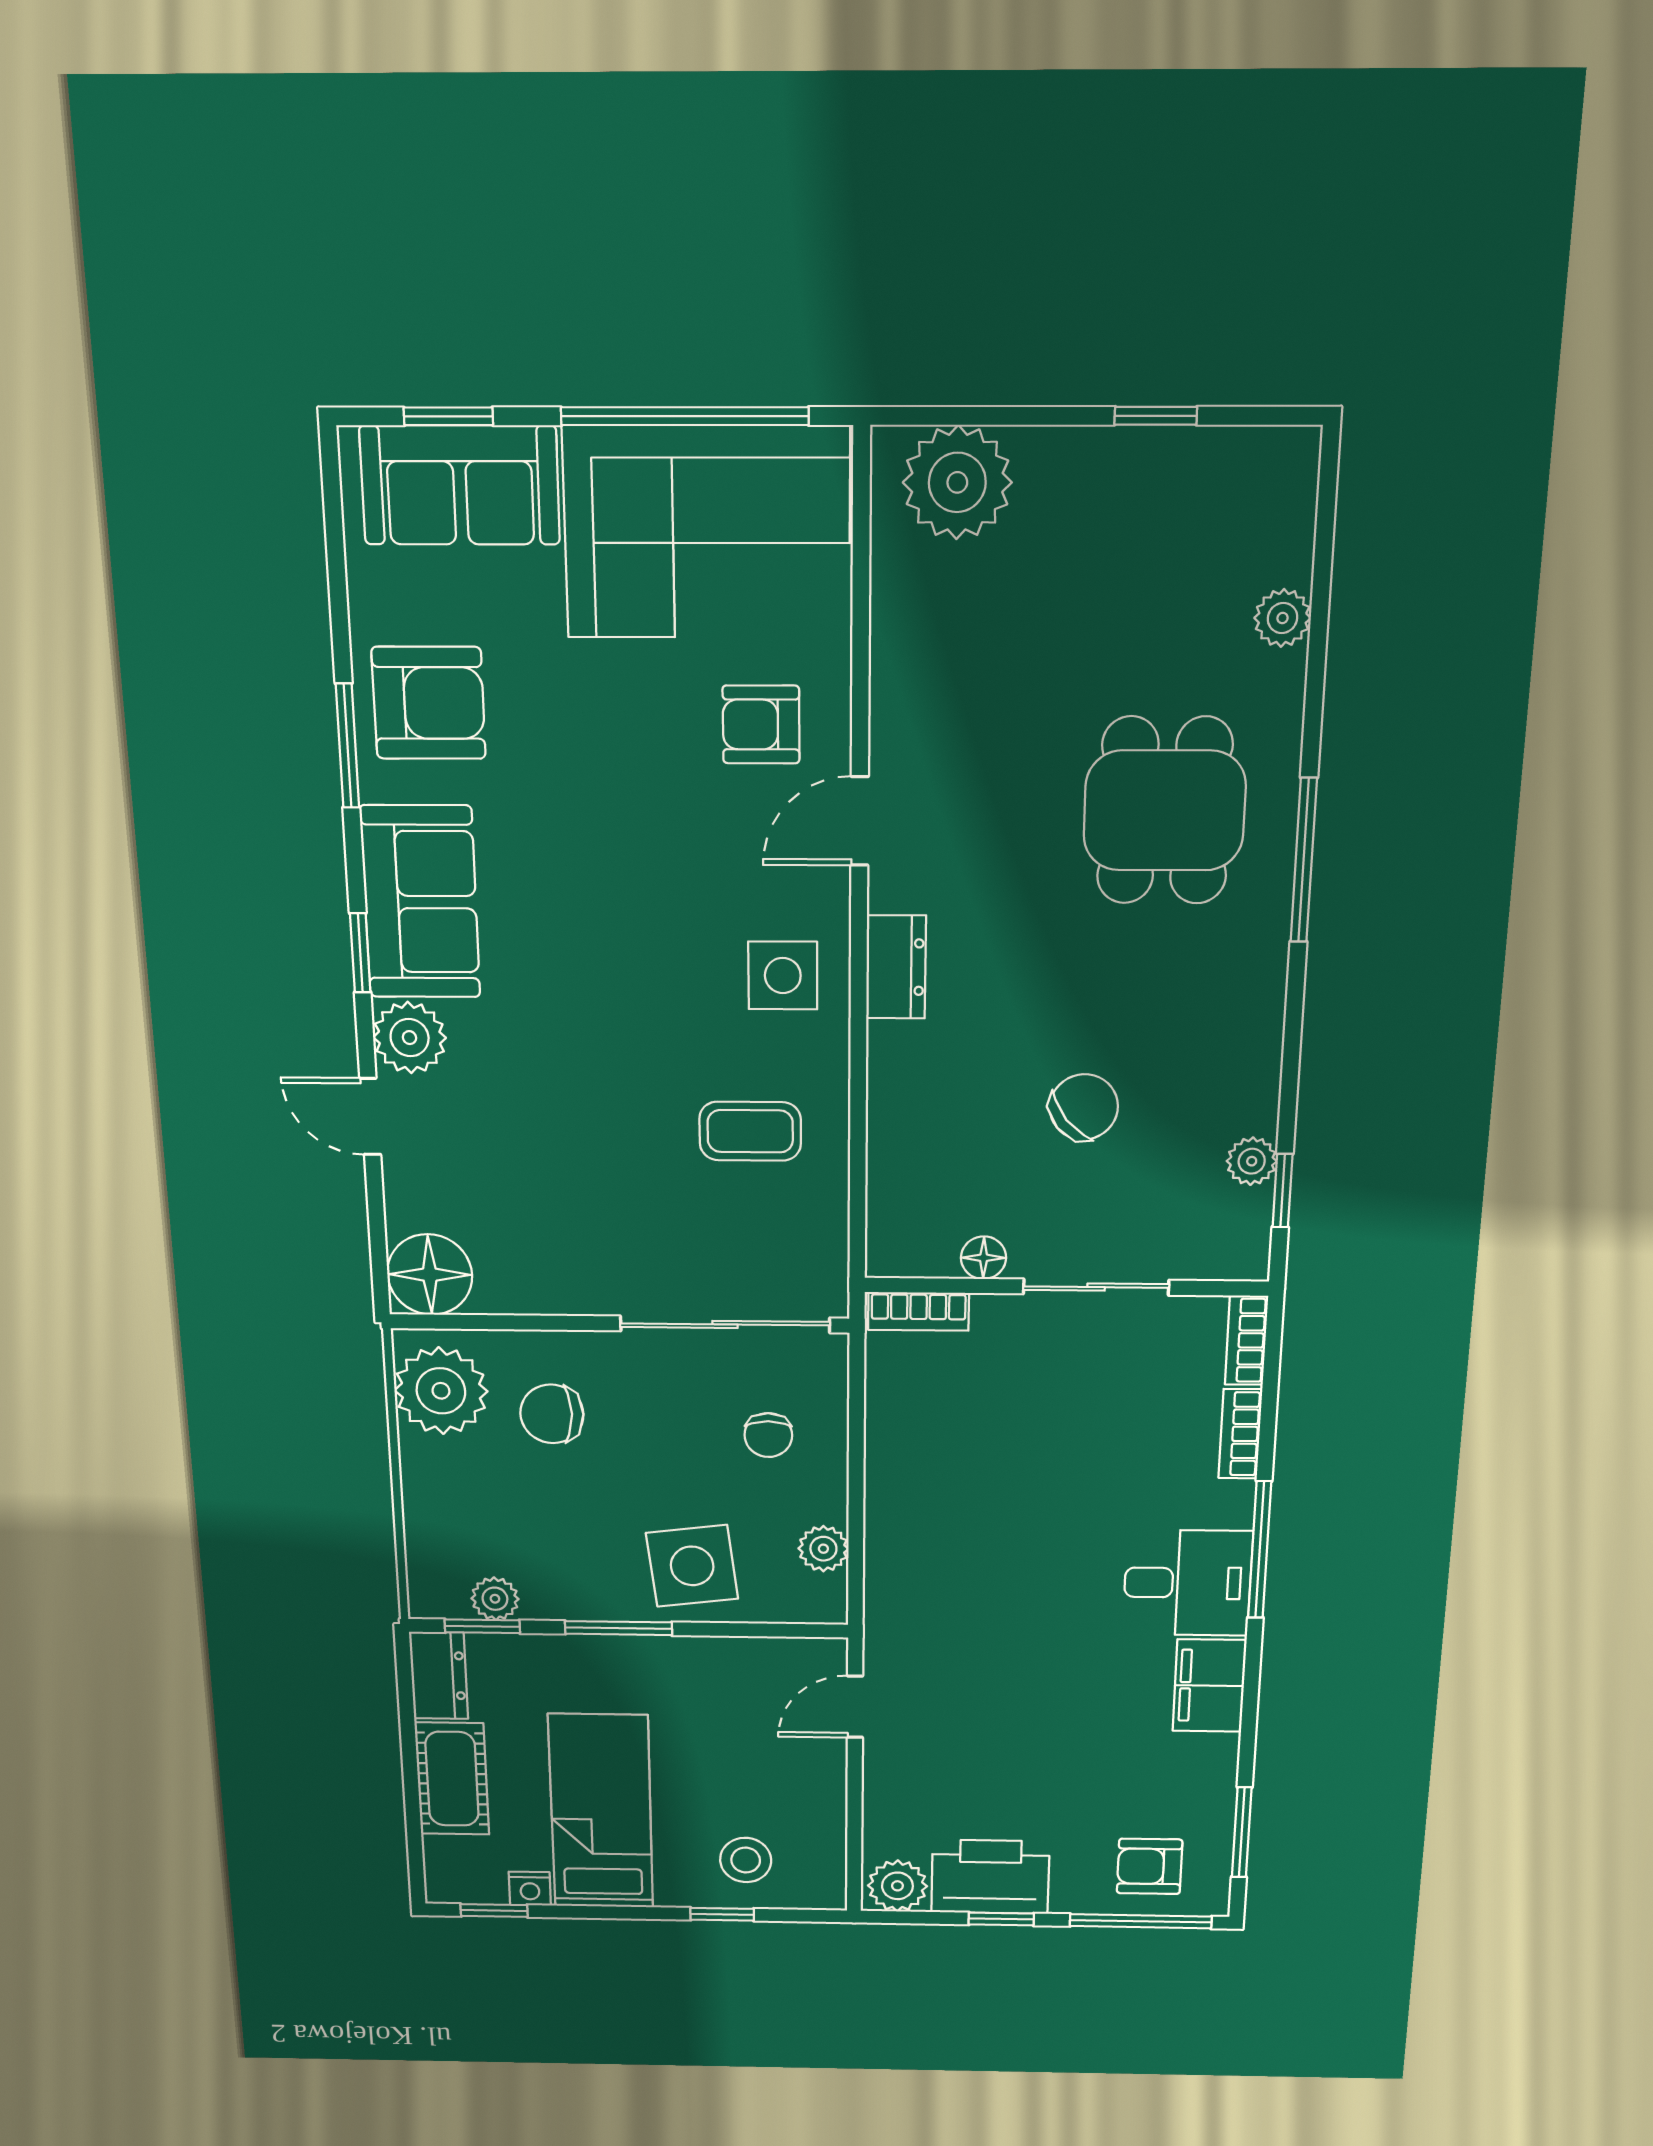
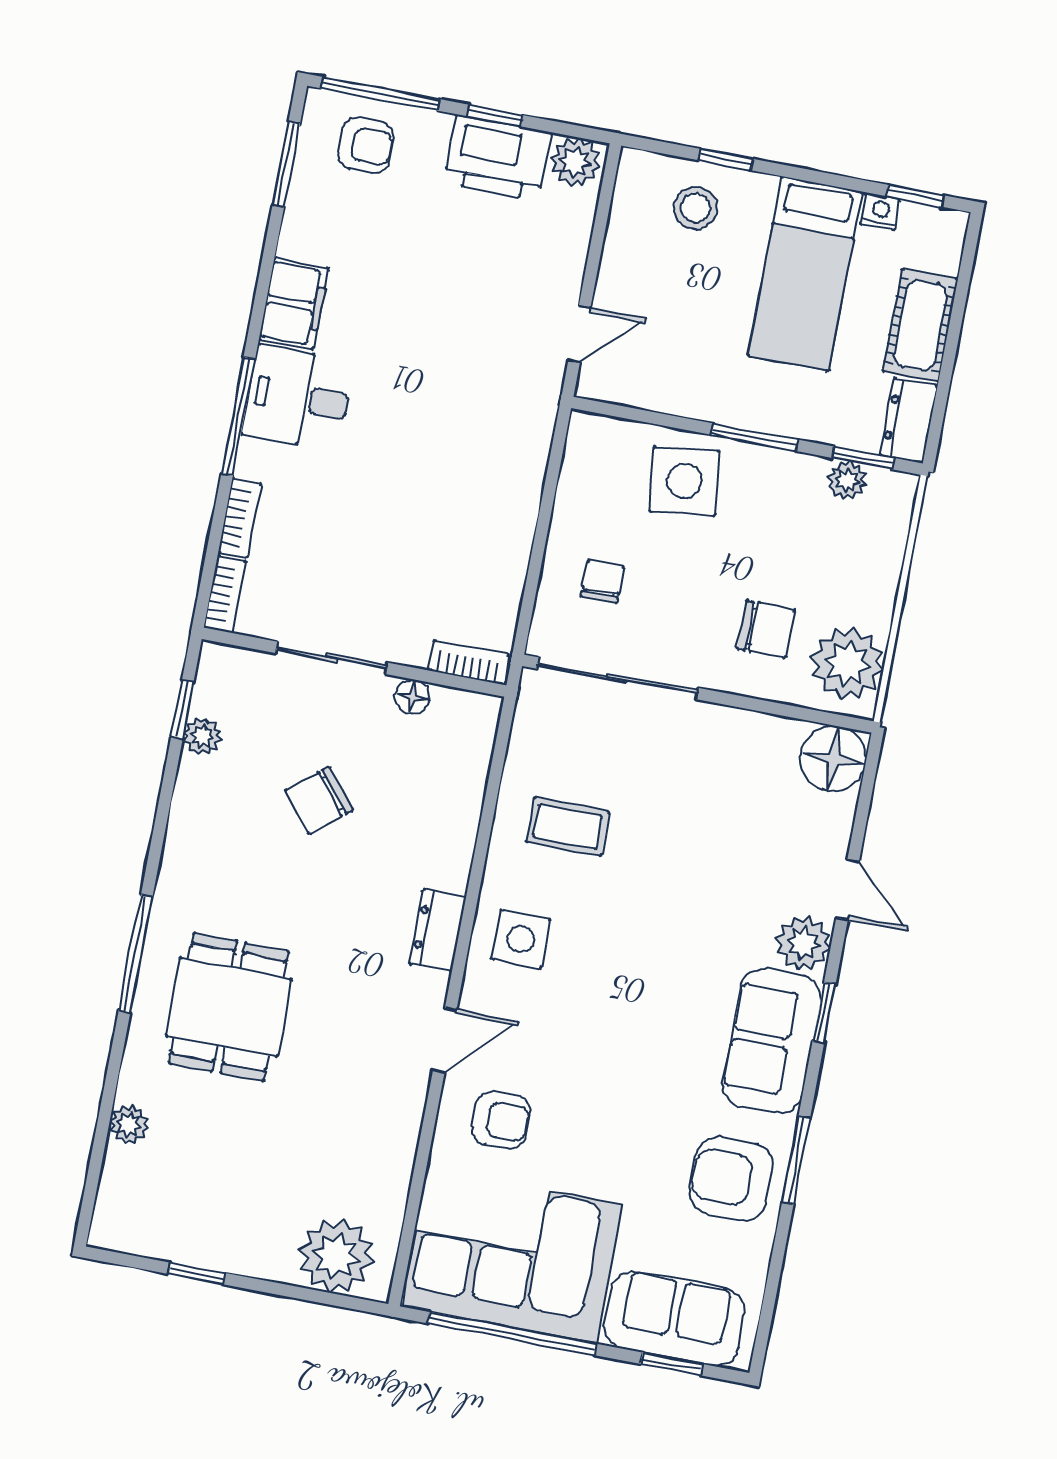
plant: (823, 1549) -> (578, 478), removed

